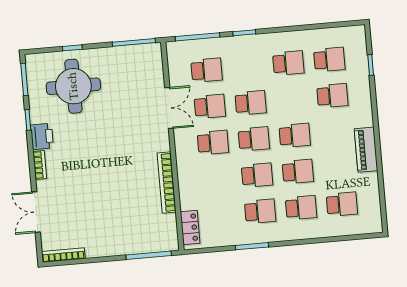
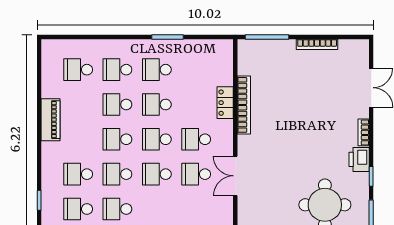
school desk: (207, 70) -> (117, 174), moved
locker: (190, 227) -> (225, 103), moved
bookcase: (63, 255) -> (317, 44), moved

